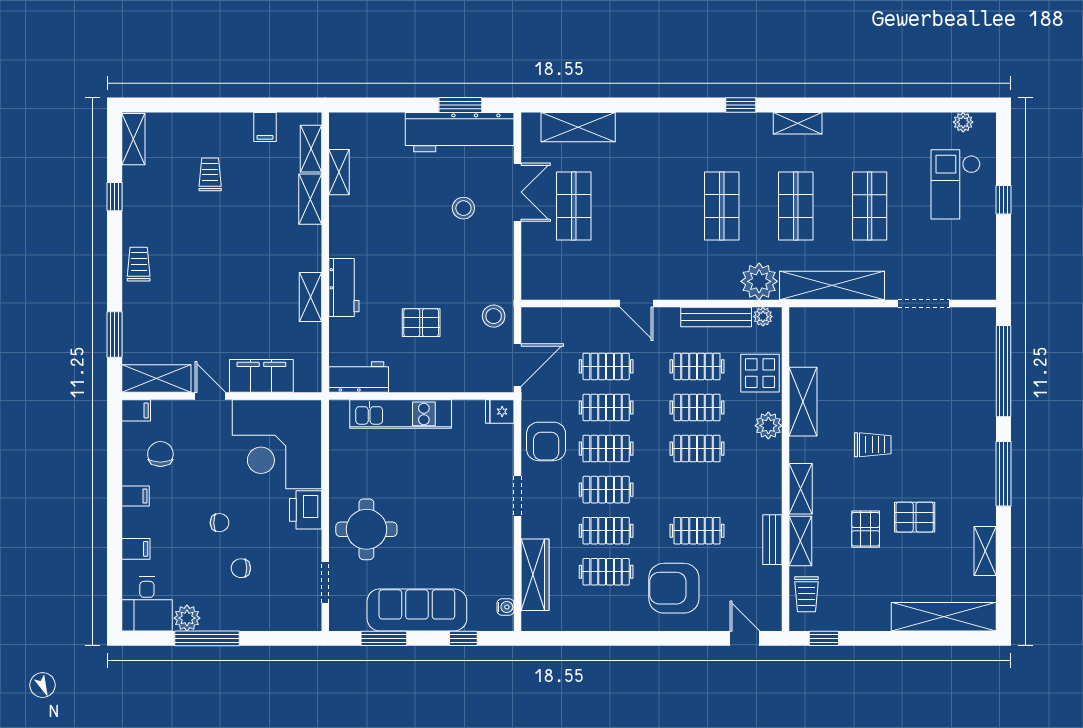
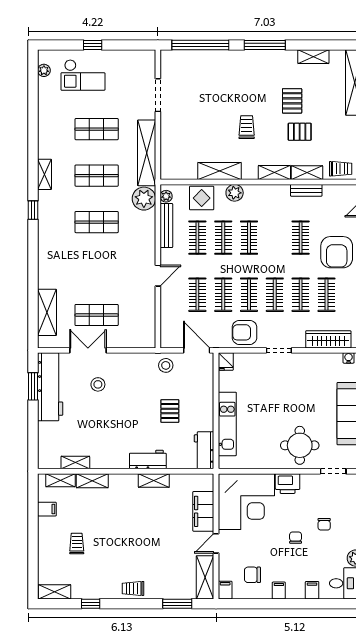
trolley: (210, 174) -> (77, 544), turned 90
armchair: (546, 441) -> (245, 332), turned 180

